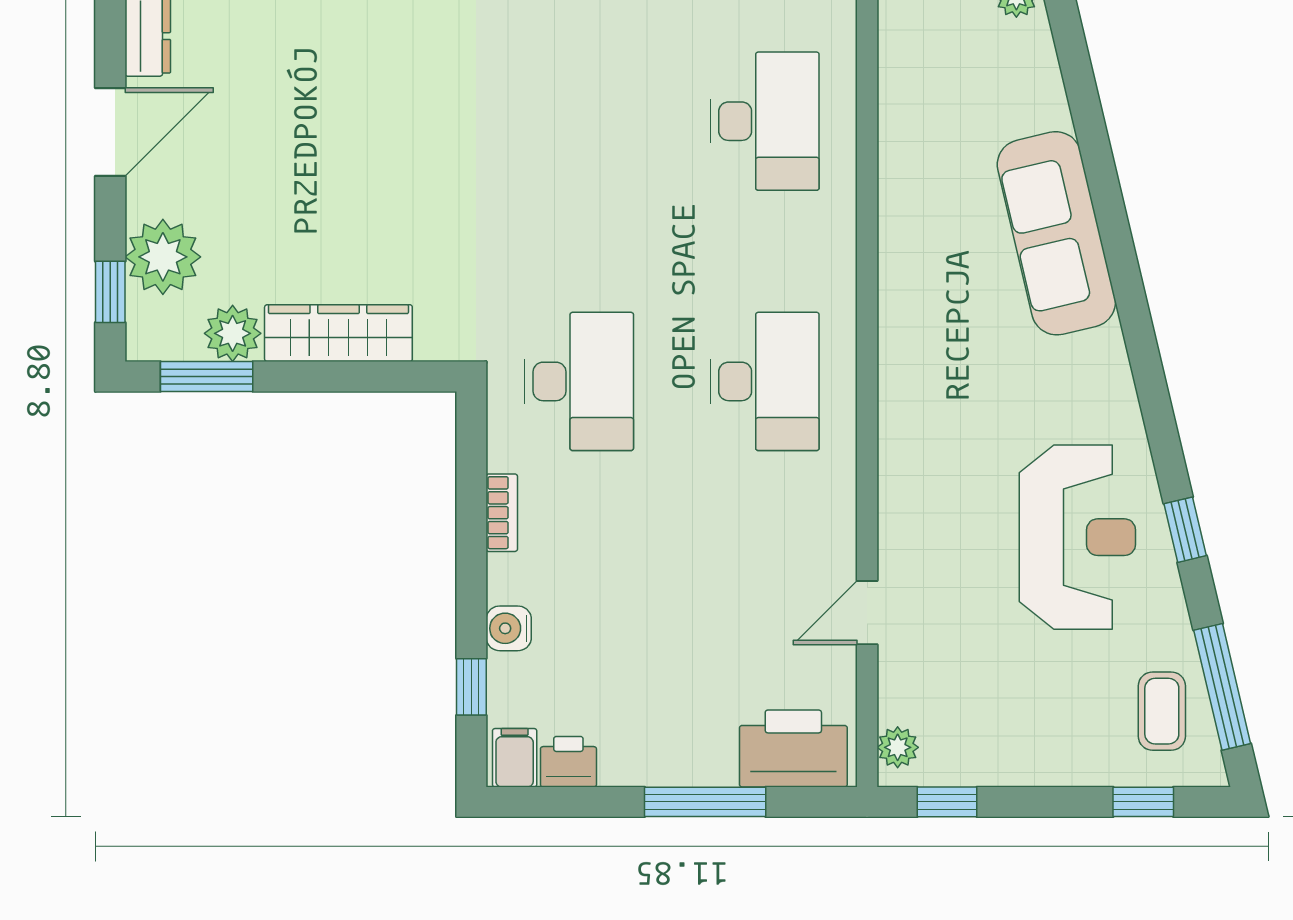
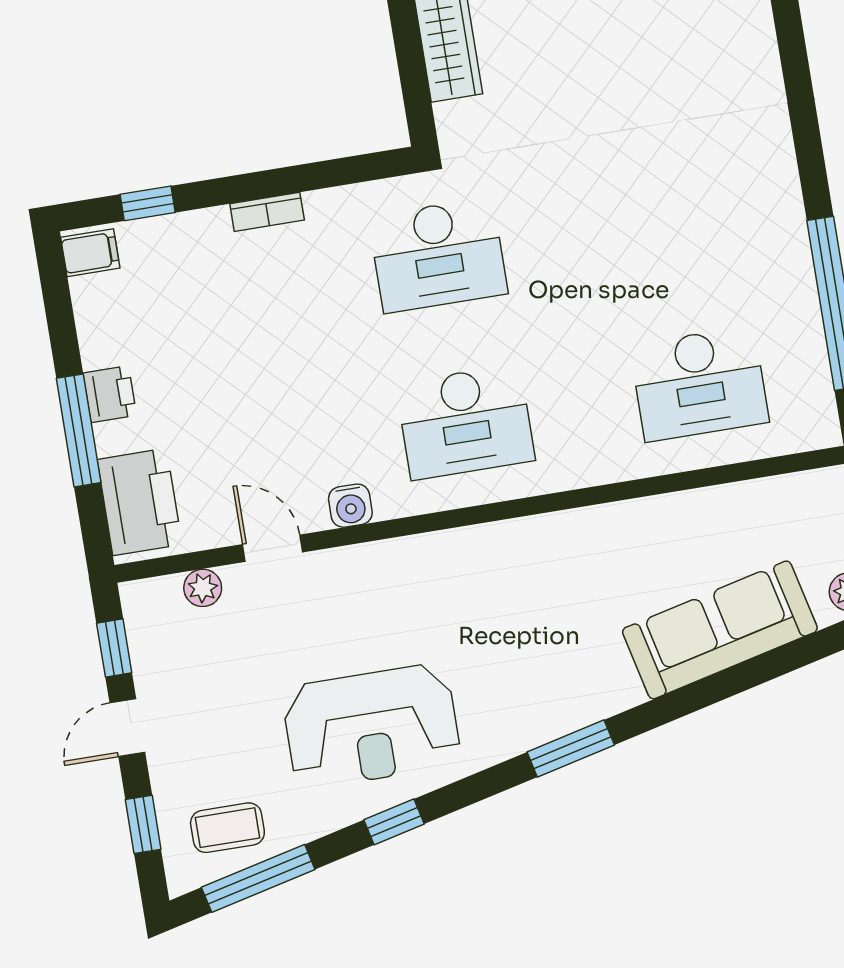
sofa: (1056, 233) -> (720, 630), moved
window: (1137, 325) -> (571, 748), added
bookcase: (502, 513) -> (267, 212), moved
water cooler: (509, 628) -> (350, 506), moved, turned 180
plant: (898, 747) -> (203, 588), moved
printer: (568, 762) -> (110, 394), moved
door: (1036, 802) -> (127, 728), added

